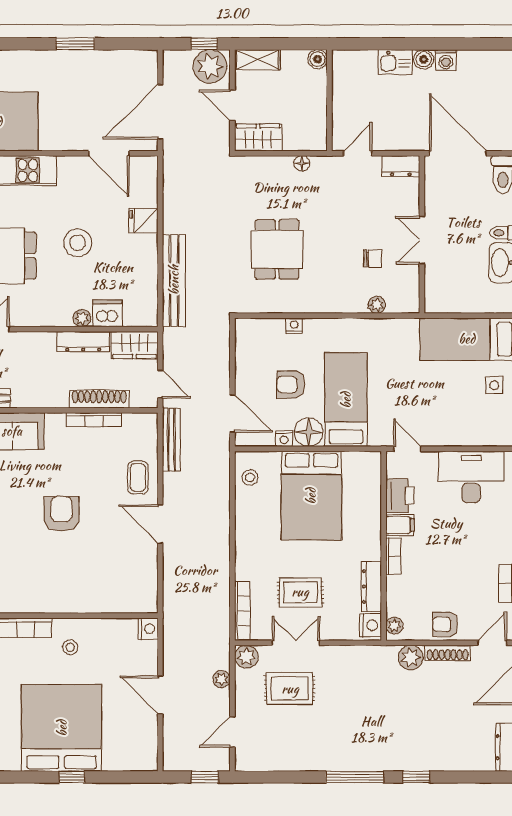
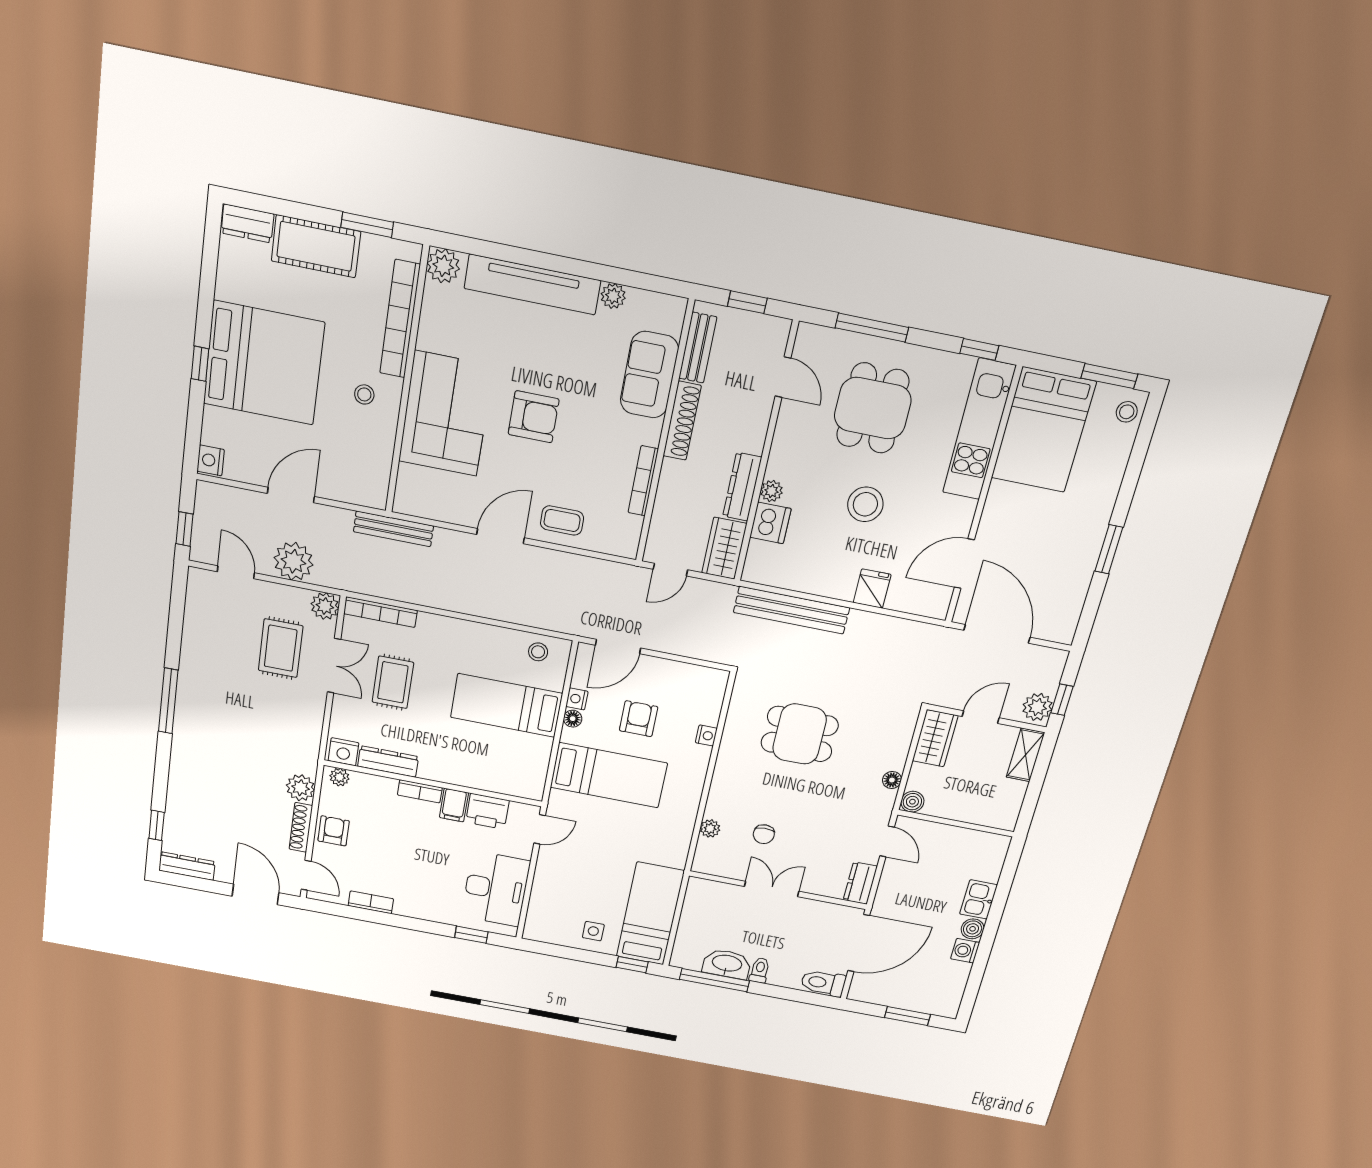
boiler: (318, 59) -> (912, 802), moved
plant: (210, 66) -> (1037, 707), width x0.73, depth x0.73
shoe rack: (99, 399) -> (682, 421), moved
floor lamp: (309, 432) -> (573, 719), width x0.53, depth x0.53
bench: (171, 440) -> (393, 529), moved
bed: (311, 496) -> (506, 705), width x0.67
corner sofa: (72, 582) -> (446, 414), added
nightstand: (148, 629) -> (211, 460), moved, turned 90
plant: (222, 679) -> (294, 561), width x1.87, depth x1.87
window: (416, 777) -> (157, 825), moved

